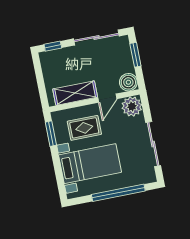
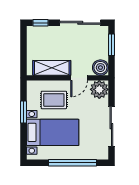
window: (51, 134) -> (23, 112), moved

